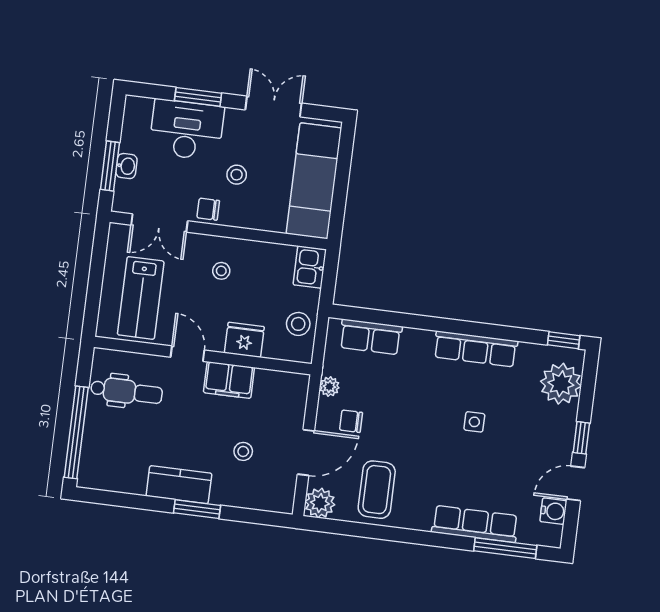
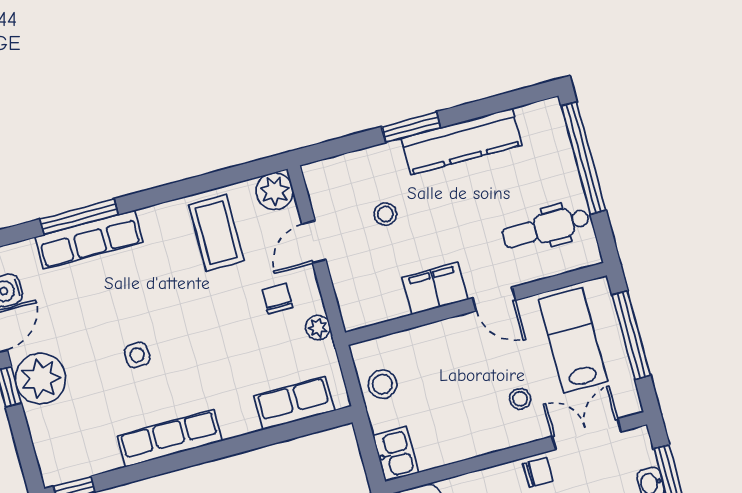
stool: (221, 271) -> (520, 399), moved
window: (95, 284) -> (631, 335), added
fridge: (244, 340) -> (436, 341), removed
plant: (561, 384) -> (41, 379), moved
chair: (351, 421) -> (277, 298), turned -90
door: (306, 453) -> (314, 242), width x0.73
kitchen counter: (179, 485) -> (461, 142), width x1.50
window: (505, 548) -> (79, 217), moved

